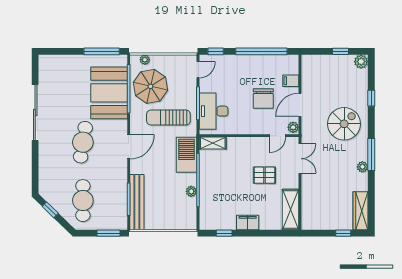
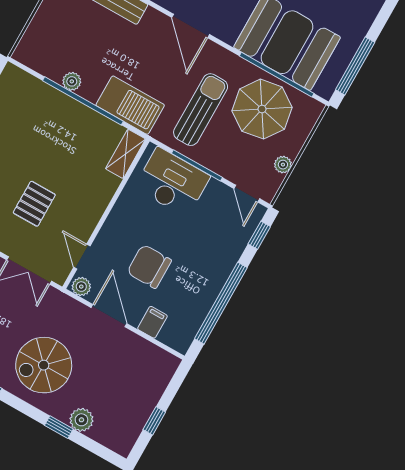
plant: (145, 60) -> (283, 165), moved
plant: (361, 62) -> (81, 420), moved
spiral stairs: (344, 124) -> (44, 365), turned 90

